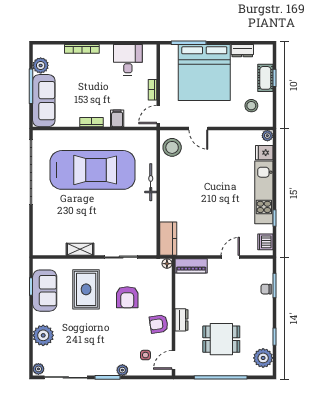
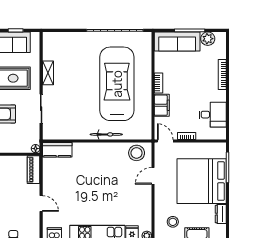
filing cabinet: (117, 118) -> (162, 105), width x2.00
car: (93, 170) -> (117, 84), turned 180

